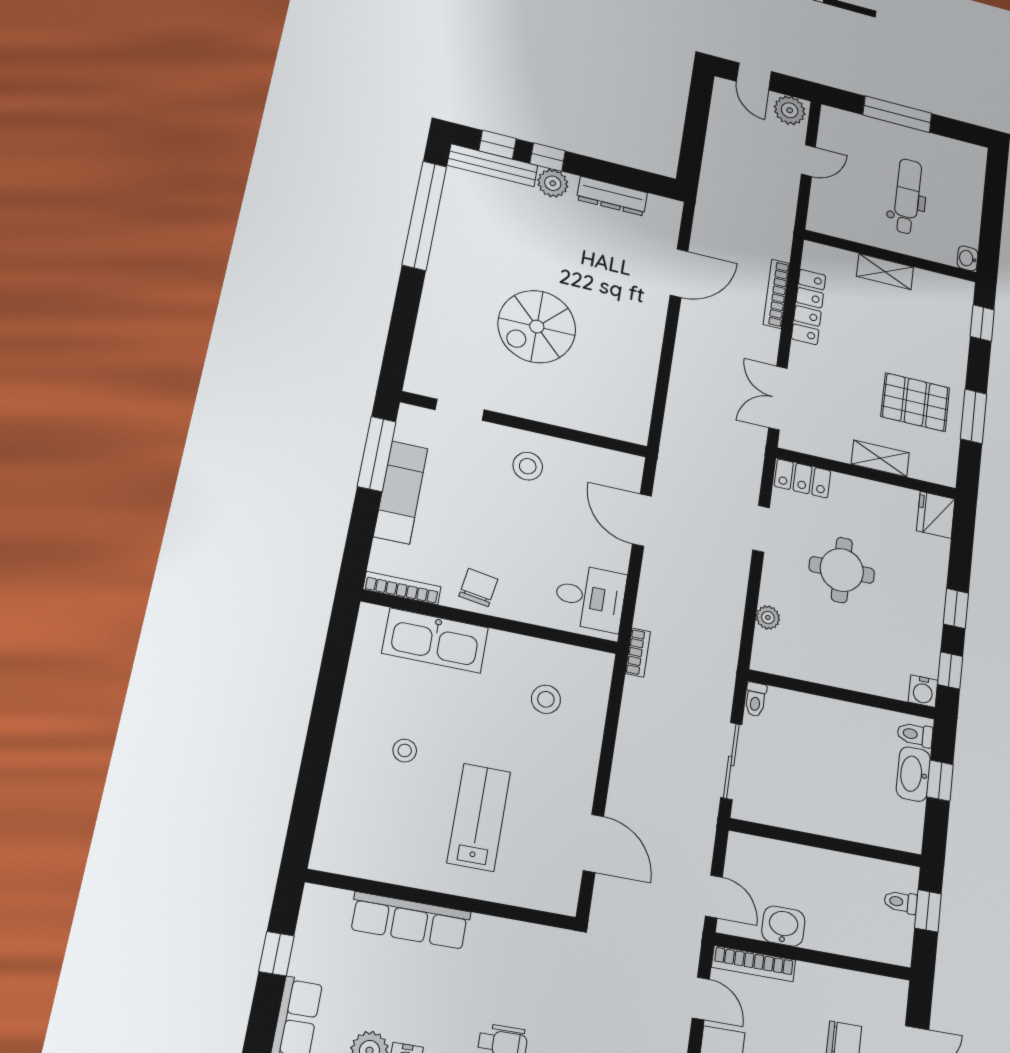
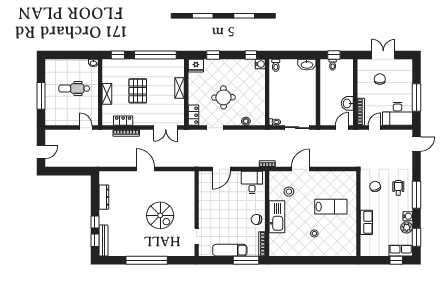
plant: (790, 110) -> (51, 137), removed
door: (808, 161) -> (86, 128), moved
plant: (553, 183) -> (105, 219), removed
window: (424, 215) -> (147, 260), moved
door: (679, 273) -> (145, 169), moved
locker: (809, 307) -> (123, 121), width x0.66
pallet: (915, 402) -> (138, 91), moved
window: (974, 416) -> (155, 55), width x2.11
window: (377, 454) -> (246, 260), moved
stool: (528, 466) -> (211, 210), removed
window: (956, 609) -> (213, 55), moved
kitchen sink: (435, 640) -> (277, 217), moved
washbasin: (913, 774) -> (307, 65), moved
window: (940, 781) -> (290, 55), removed
lab bench: (479, 817) -> (331, 207), turned 180
door: (593, 843) -> (301, 169), moved
row of seats: (410, 921) -> (366, 222), width x0.68
window: (276, 954) -> (396, 260), moved
chair: (519, 969) -> (375, 186), added

